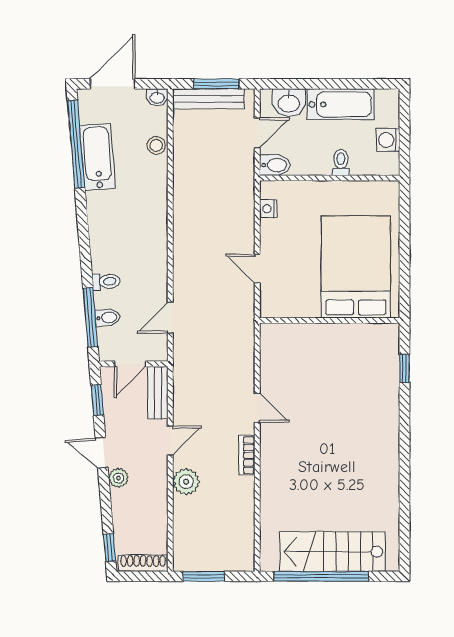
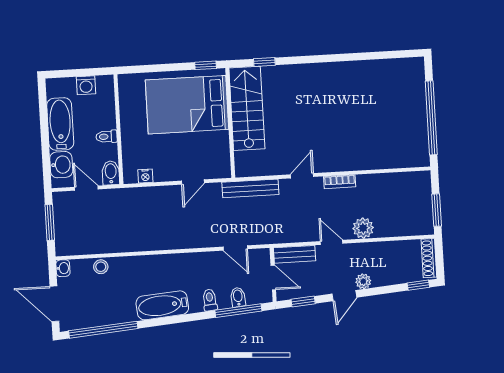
bench: (208, 99) -> (250, 188), moved, turned 90
bathtub: (97, 157) -> (162, 305), moved
toilet: (341, 162) -> (107, 137), moved
window: (404, 293) -> (206, 65), added
stairs: (332, 552) -> (247, 108), moved, turned 180

